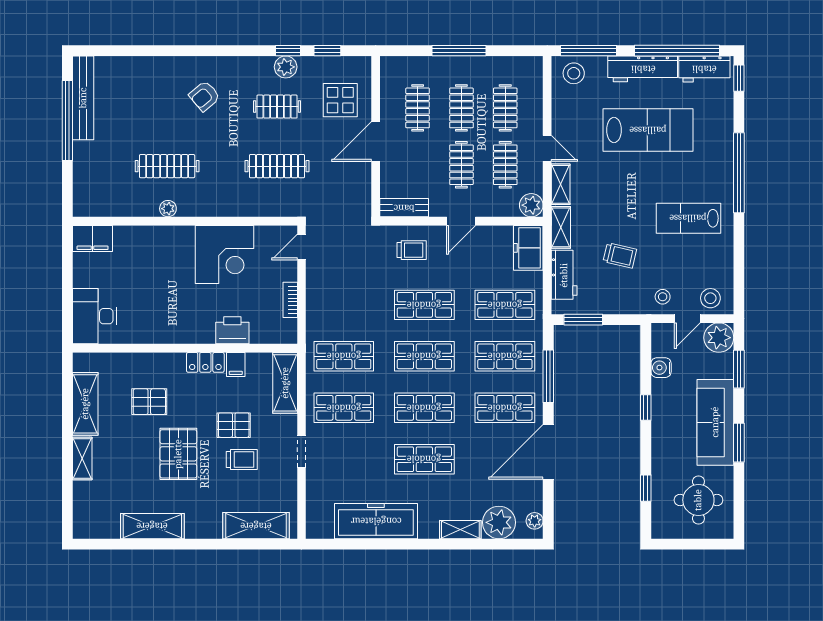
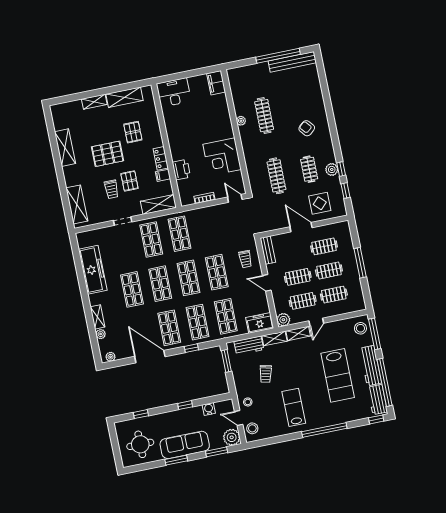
window: (548, 376) -> (191, 348), width x0.46
plant: (499, 522) -> (101, 334), width x0.53, depth x0.53

